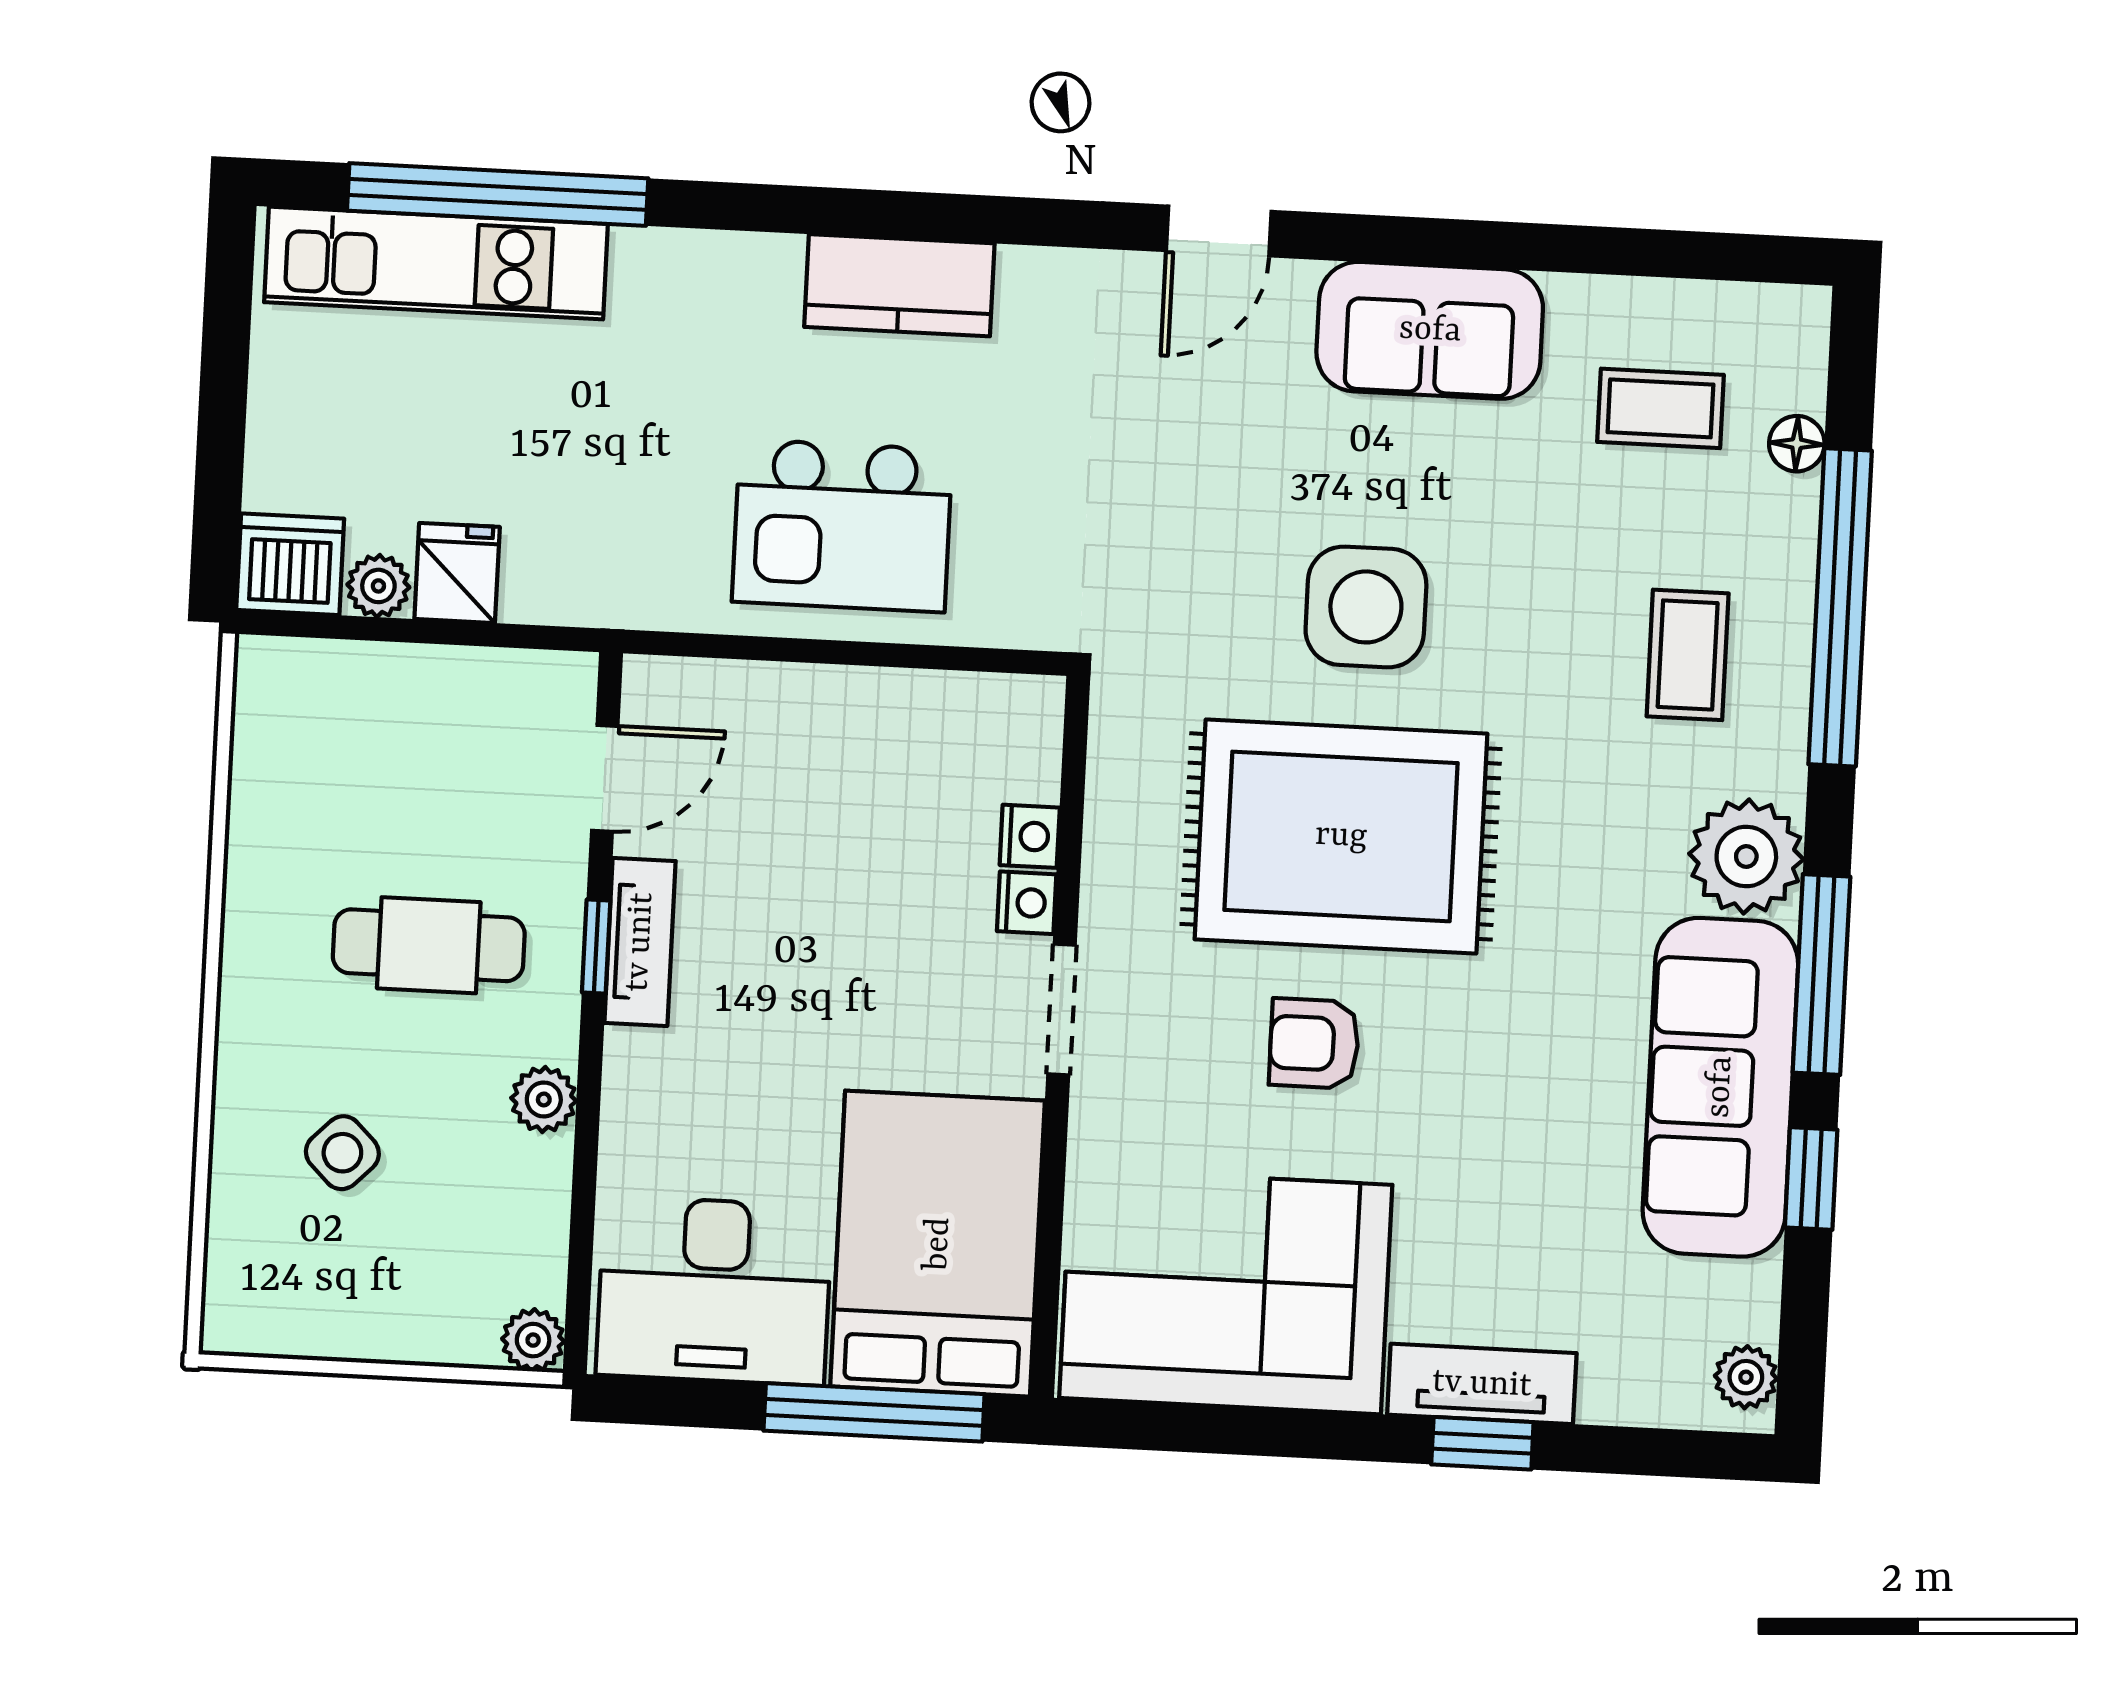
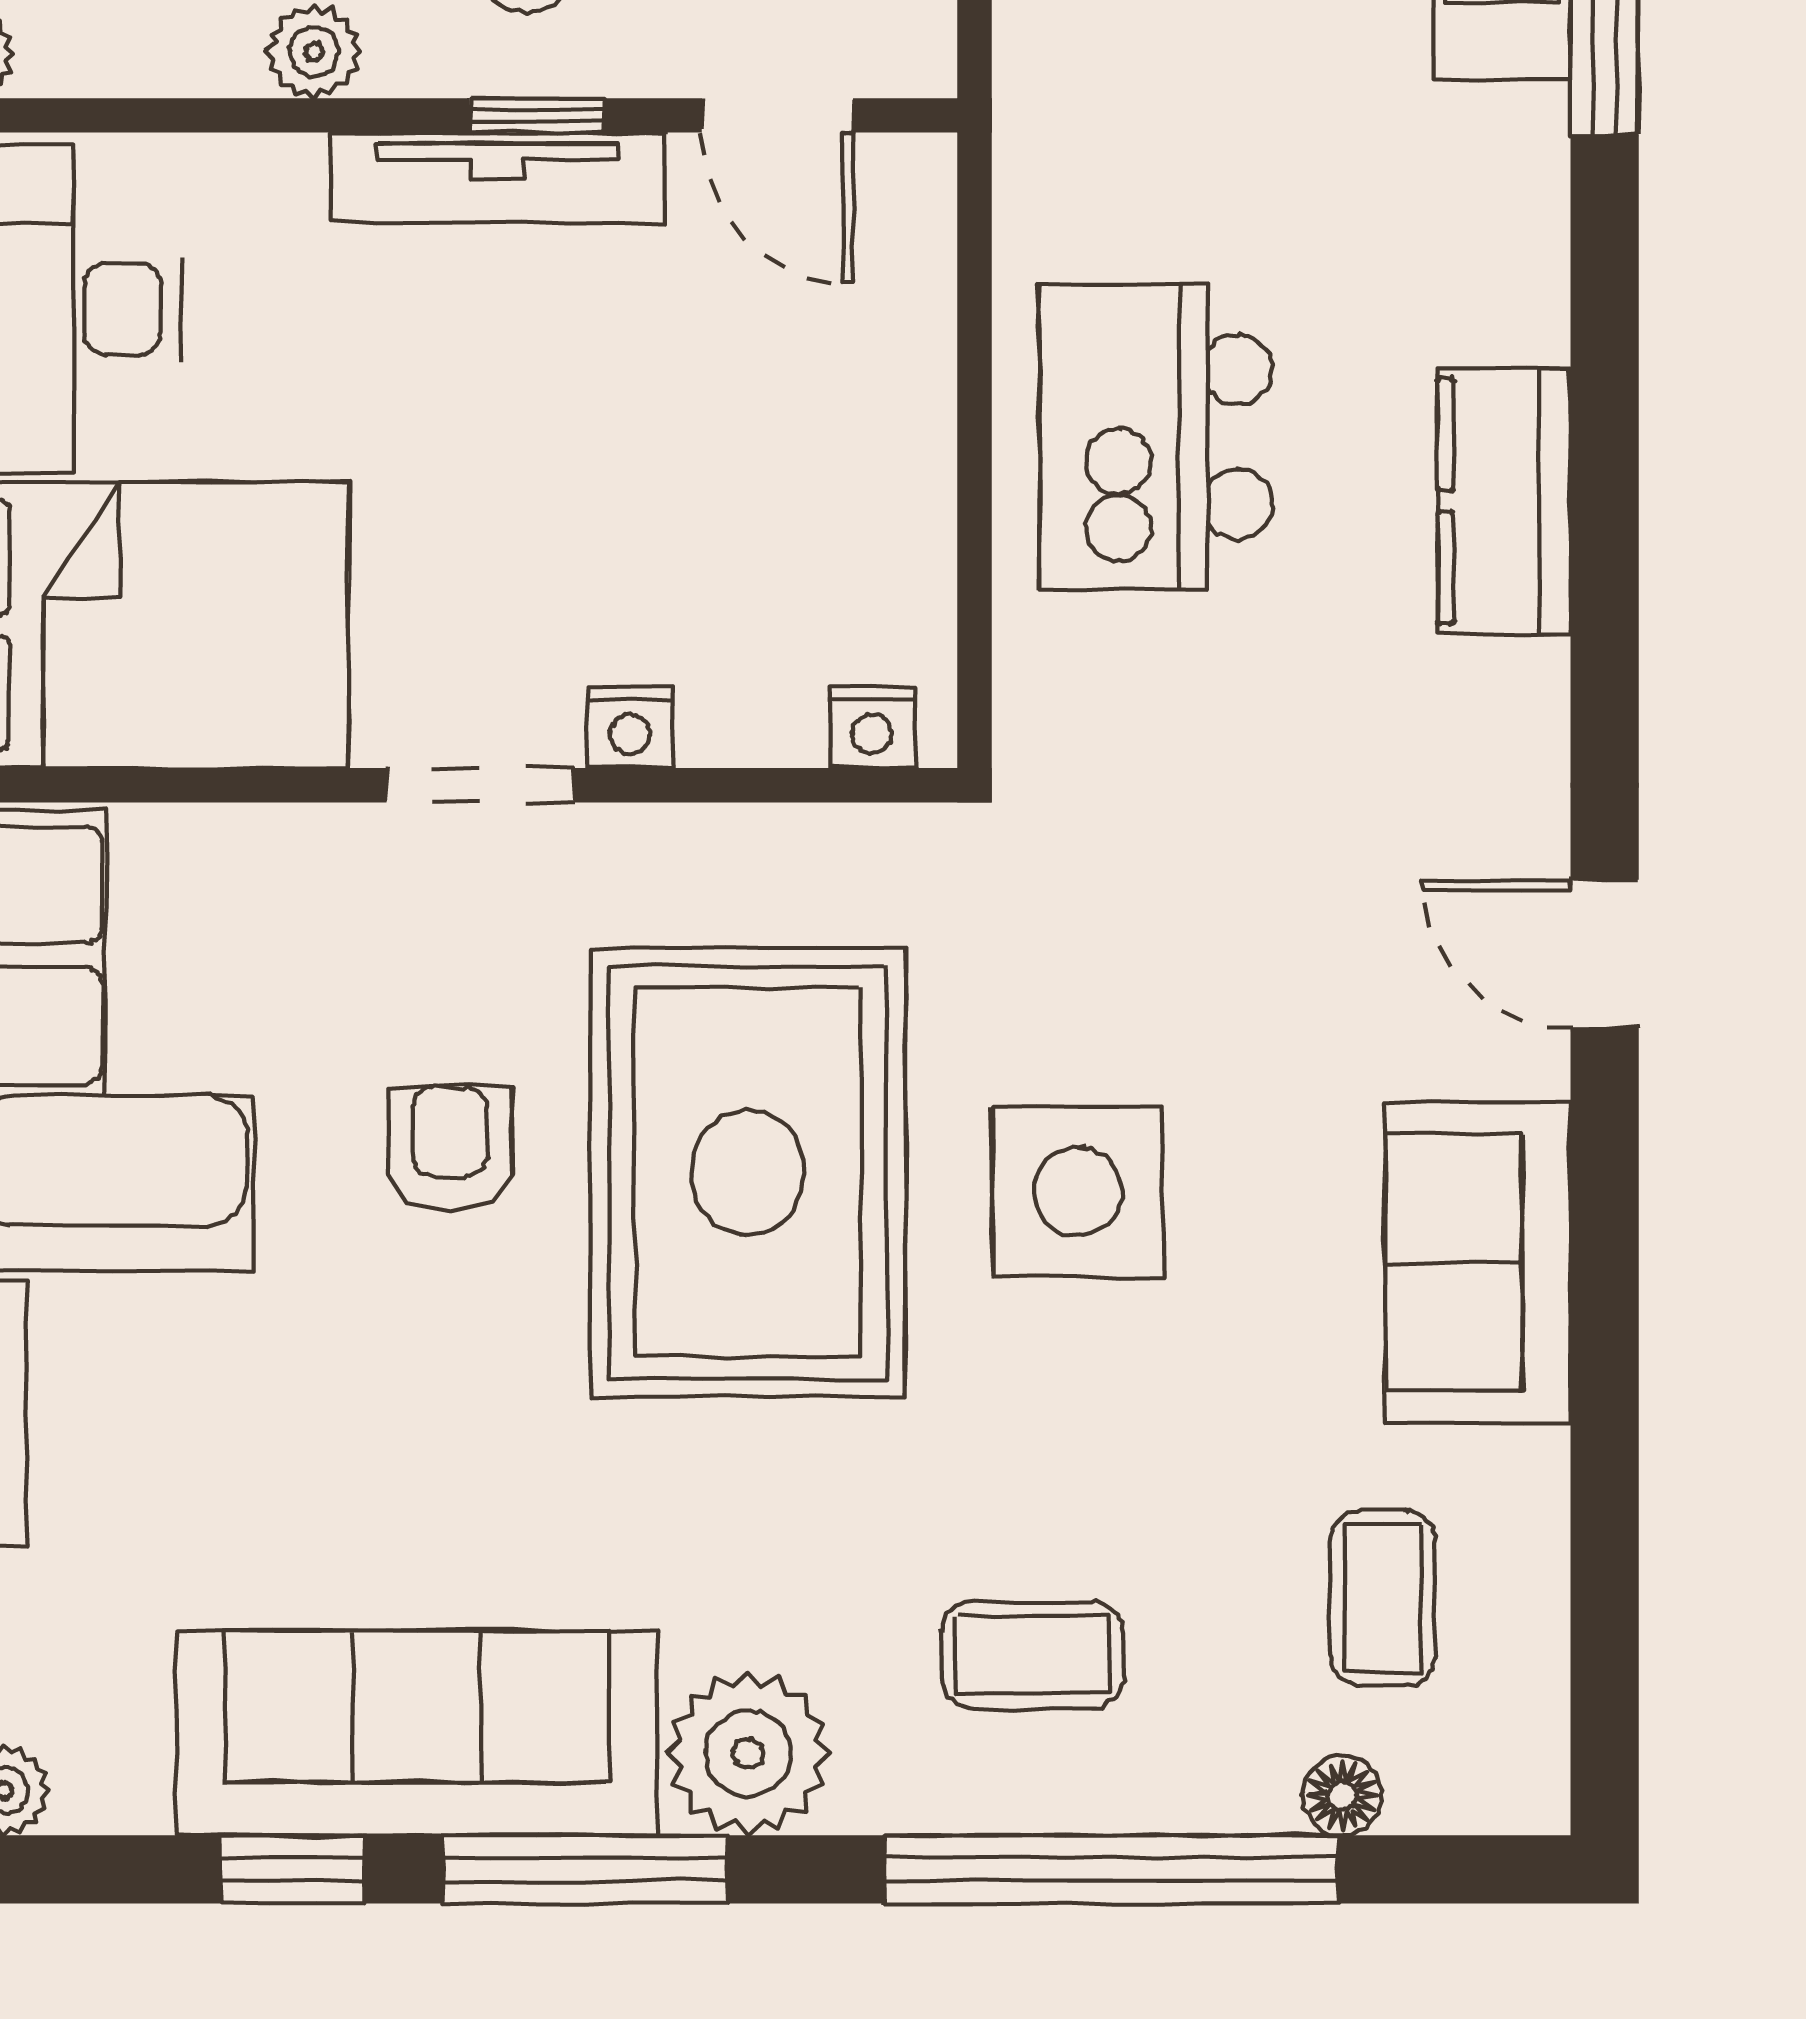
nightstand: (1030, 836) -> (871, 727), moved
tv unit: (640, 942) -> (498, 178), width x1.41

